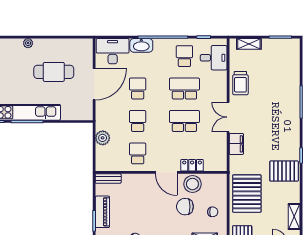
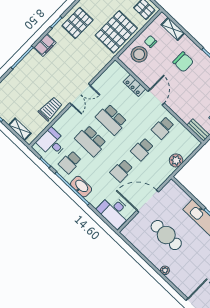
washbasin: (141, 45) -> (81, 187), moved
filing cabinet: (236, 144) -> (45, 45), moved, turned 180
pallet: (284, 171) -> (78, 23), turned 90
stool: (192, 184) -> (139, 54), moved
chair: (185, 207) -> (183, 62), moved

